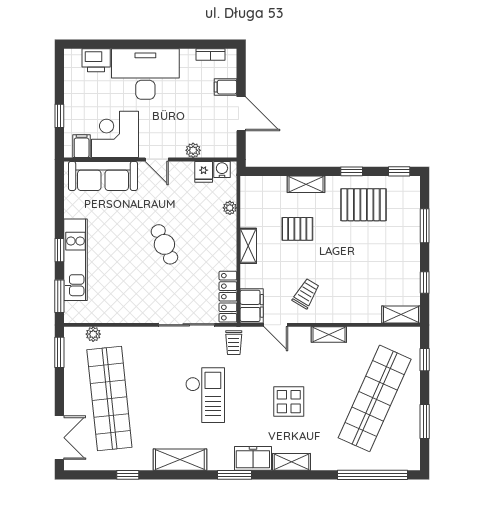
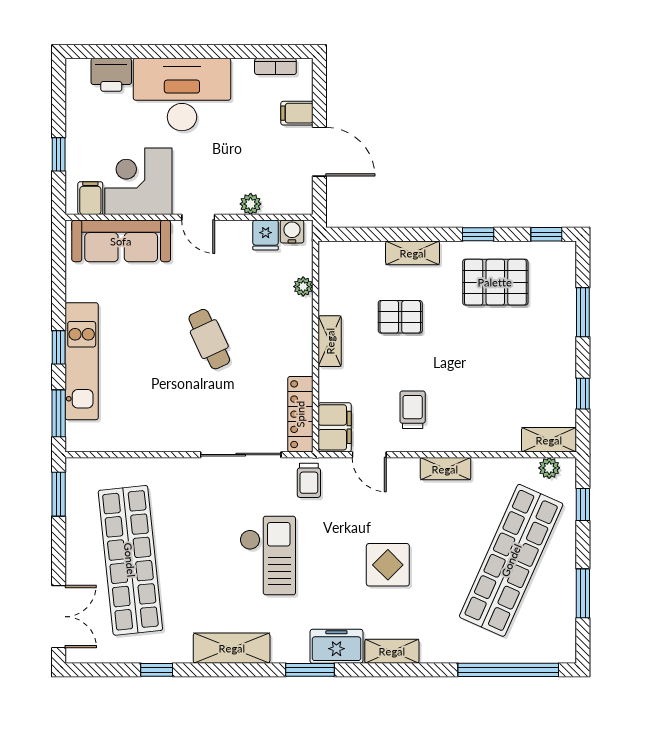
trolley: (306, 294) -> (413, 410), turned -31
plant: (93, 334) -> (549, 468), moved

